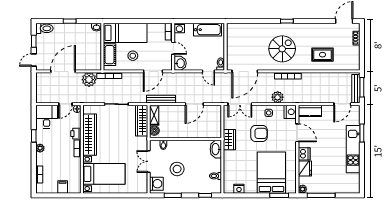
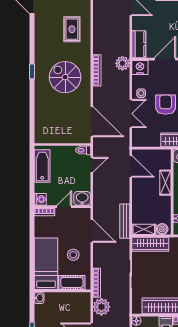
plant: (278, 97) -> (122, 63), moved
door: (194, 104) -> (131, 166), moved
double door: (240, 104) -> (131, 114), moved
shelving: (193, 133) -> (165, 183), added

